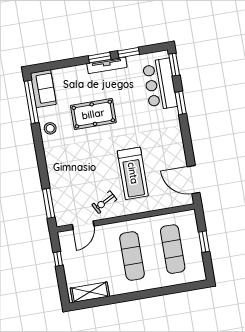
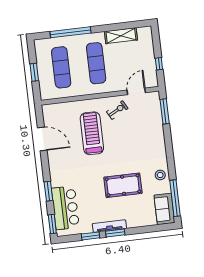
door: (194, 180) -> (42, 139), moved
window: (164, 291) -> (70, 32), added
shelving: (90, 292) -> (121, 36), moved

